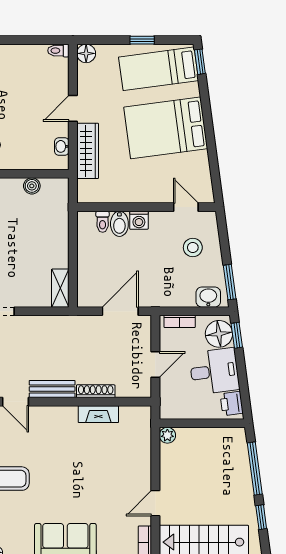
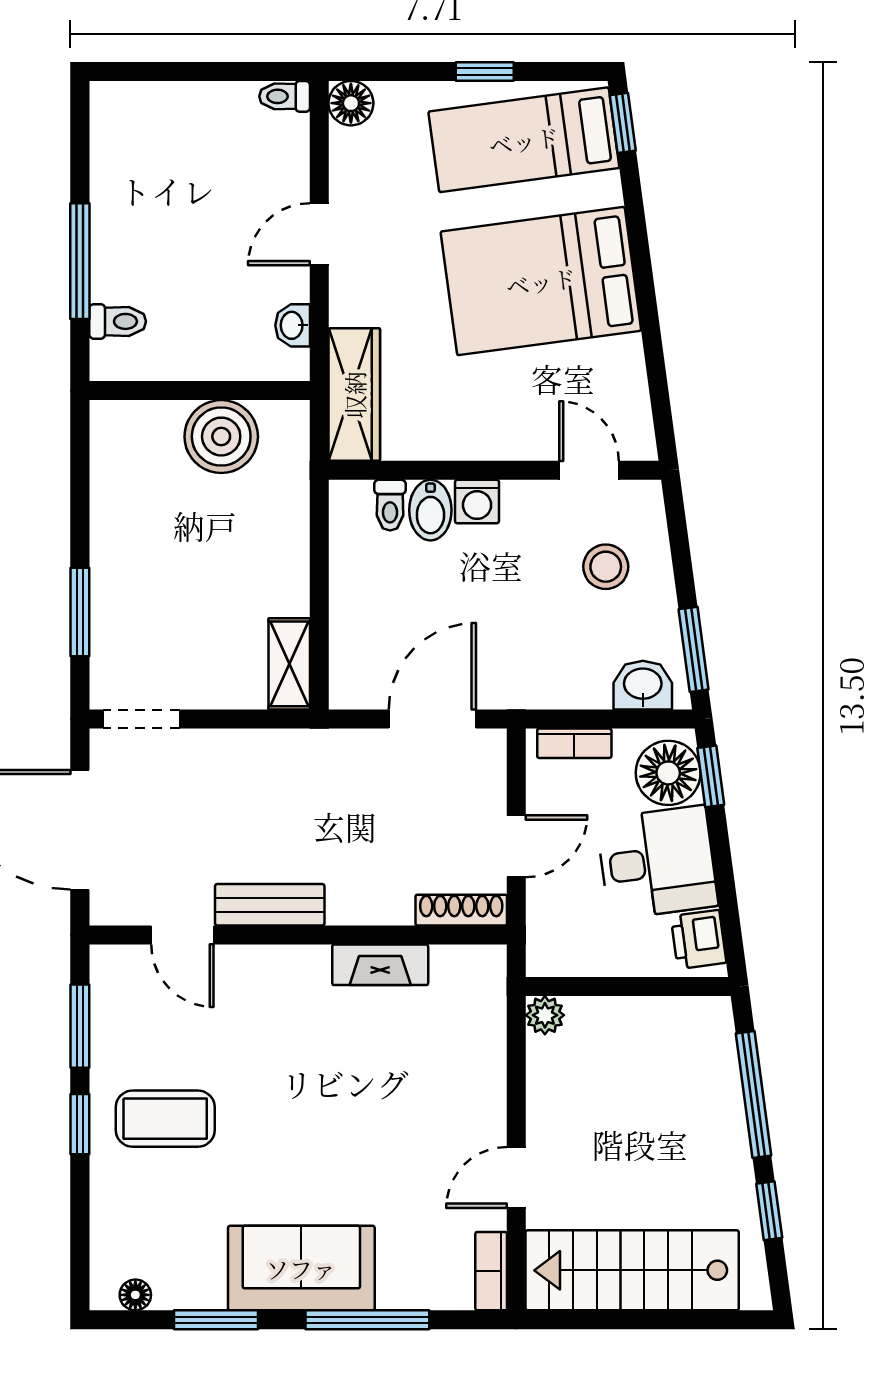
wardrobe: (88, 151) -> (354, 395), moved
boiler: (32, 186) -> (221, 437), width x1.86, depth x1.86
shoe rack: (96, 391) -> (461, 910), moved

